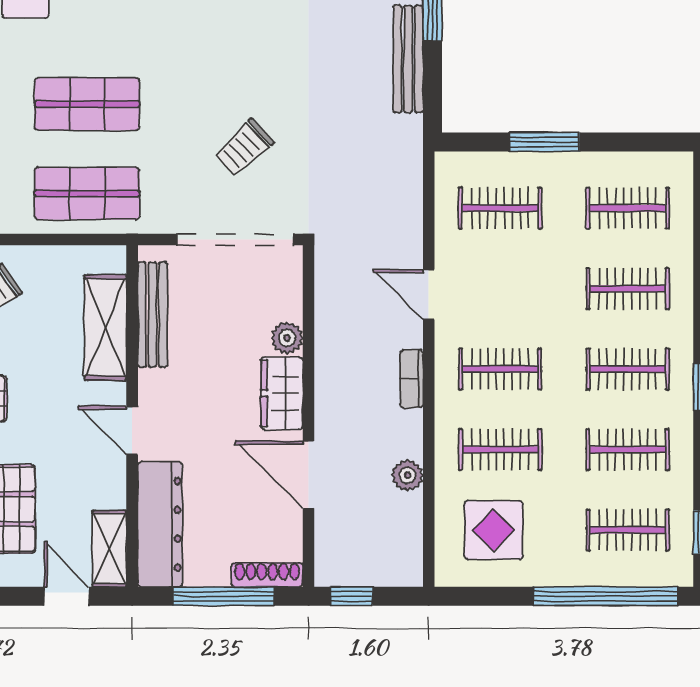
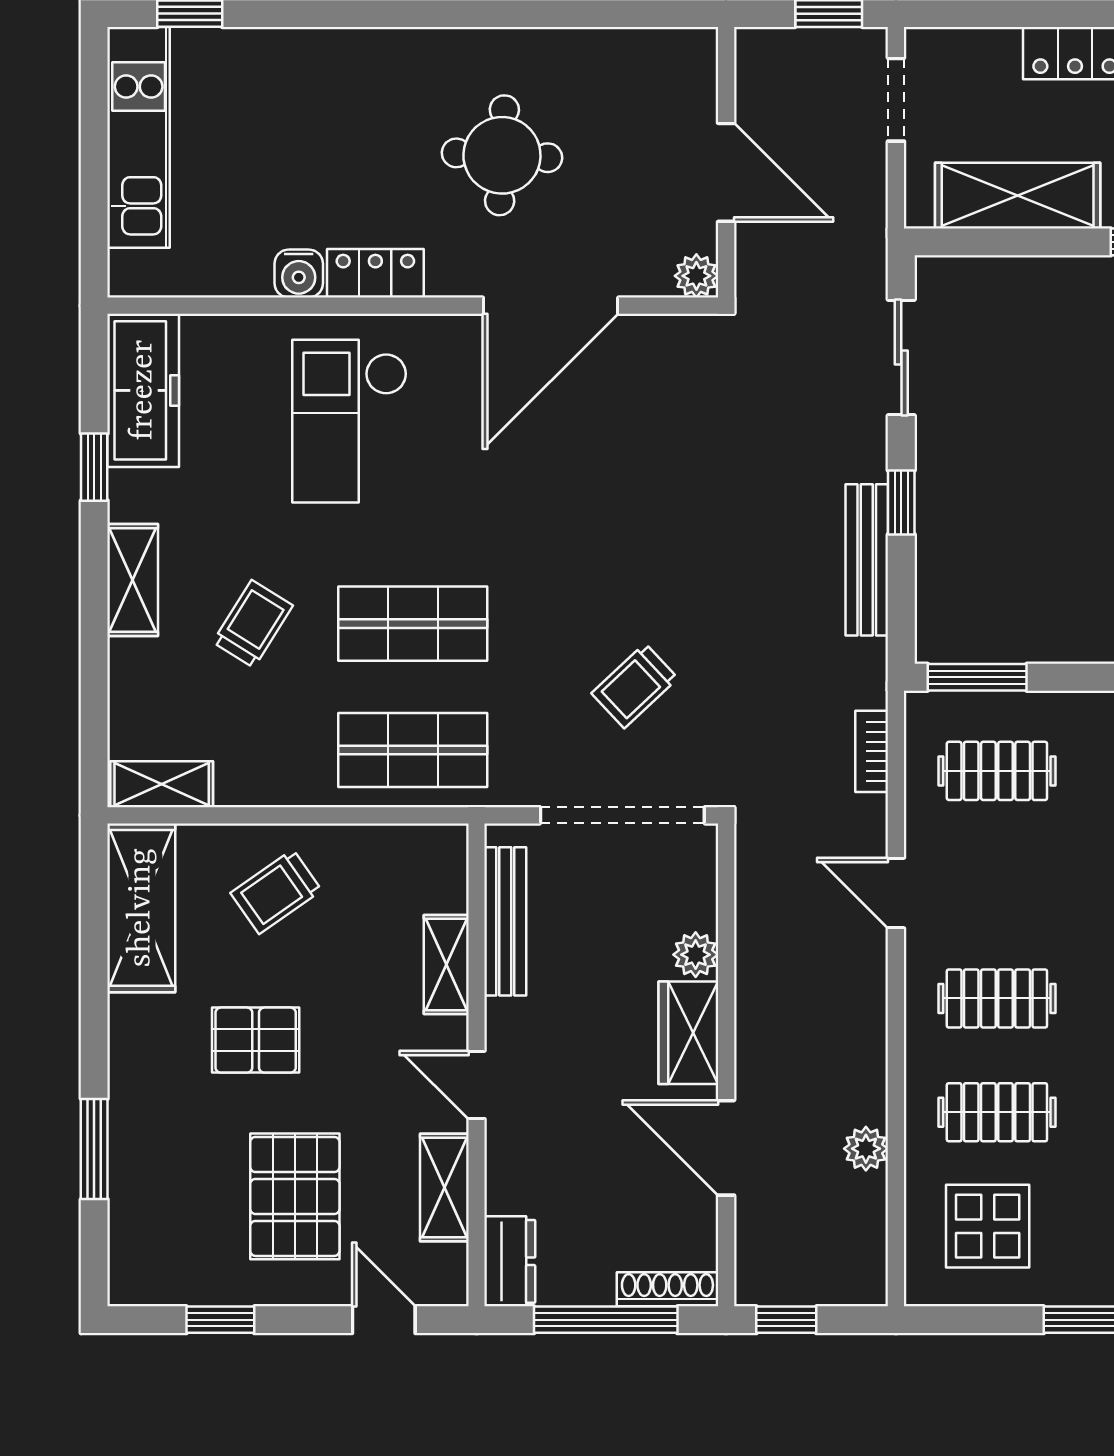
window: (544, 142) -> (977, 677), moved
shelving: (105, 328) -> (446, 965), width x0.67, depth x0.75
bookcase: (412, 379) -> (872, 751), moved
dresser: (160, 524) -> (510, 1261), width x0.51, depth x0.80
shelving: (109, 549) -> (444, 1187), moved

